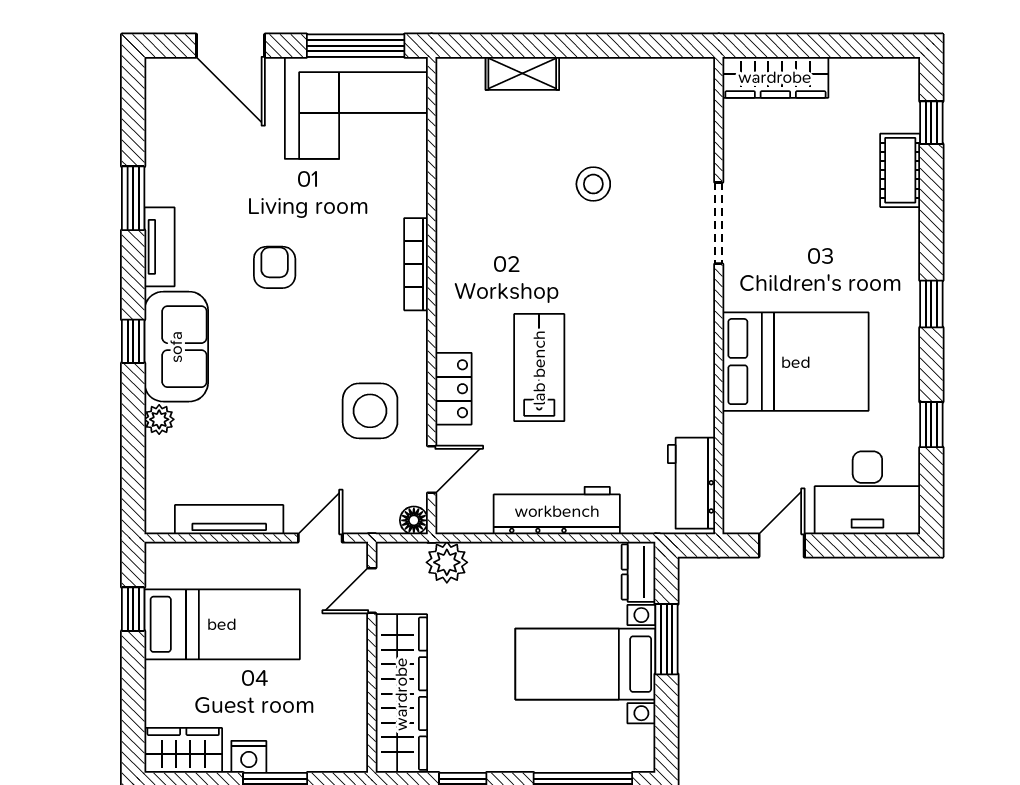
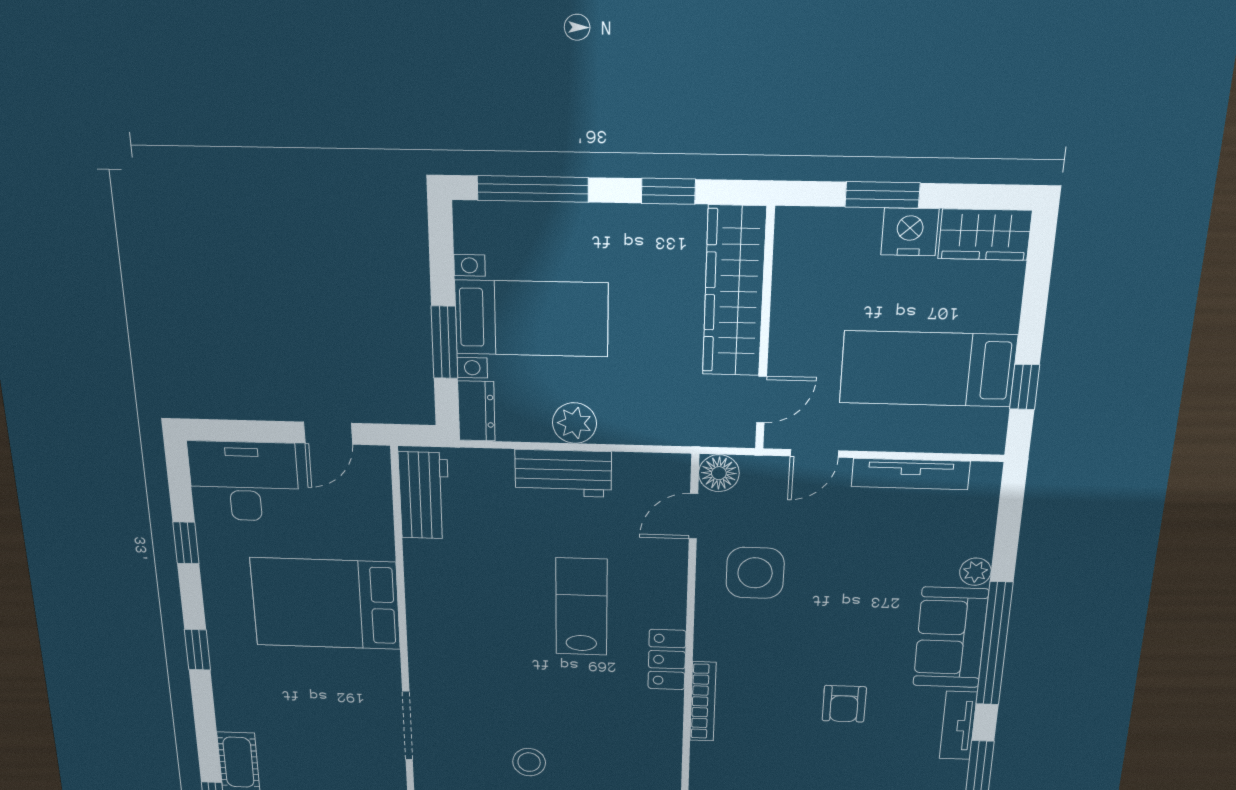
window: (133, 341) -> (994, 644), width x3.17
lab bench: (539, 368) -> (581, 607), turned 180
locker: (453, 389) -> (667, 660), moved
workbench: (557, 511) -> (563, 473), width x0.73
floor lamp: (414, 520) -> (719, 473), width x1.37, depth x1.37
plant: (447, 562) -> (574, 423), moved
nightstand: (249, 757) -> (910, 232), width x1.36, depth x1.33

